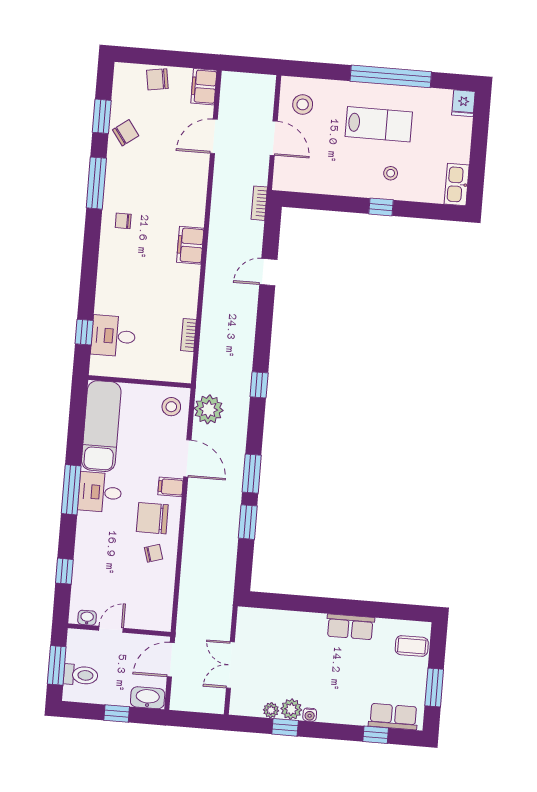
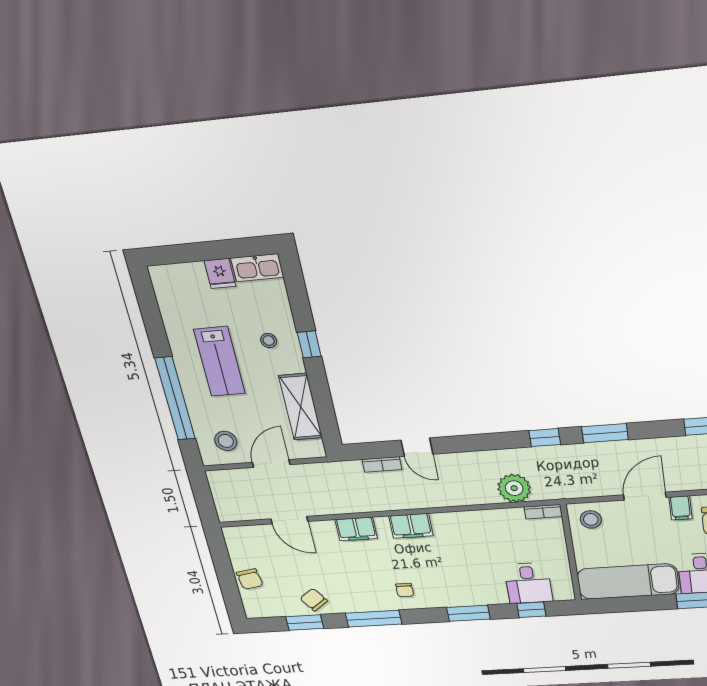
window: (391, 76) -> (175, 399), moved
filing cabinet: (204, 87) -> (356, 529), moved
fridge: (463, 103) -> (220, 273), moved, turned 90
lab bench: (379, 124) -> (219, 362), turned 180
shelving: (324, 181) -> (301, 407), added
bookcase: (259, 203) -> (382, 464), moved
window: (89, 273) -> (468, 613), added
bookcase: (189, 335) -> (543, 512), moved
plant: (209, 409) -> (514, 488), moved
window: (252, 474) -> (605, 433), moved

